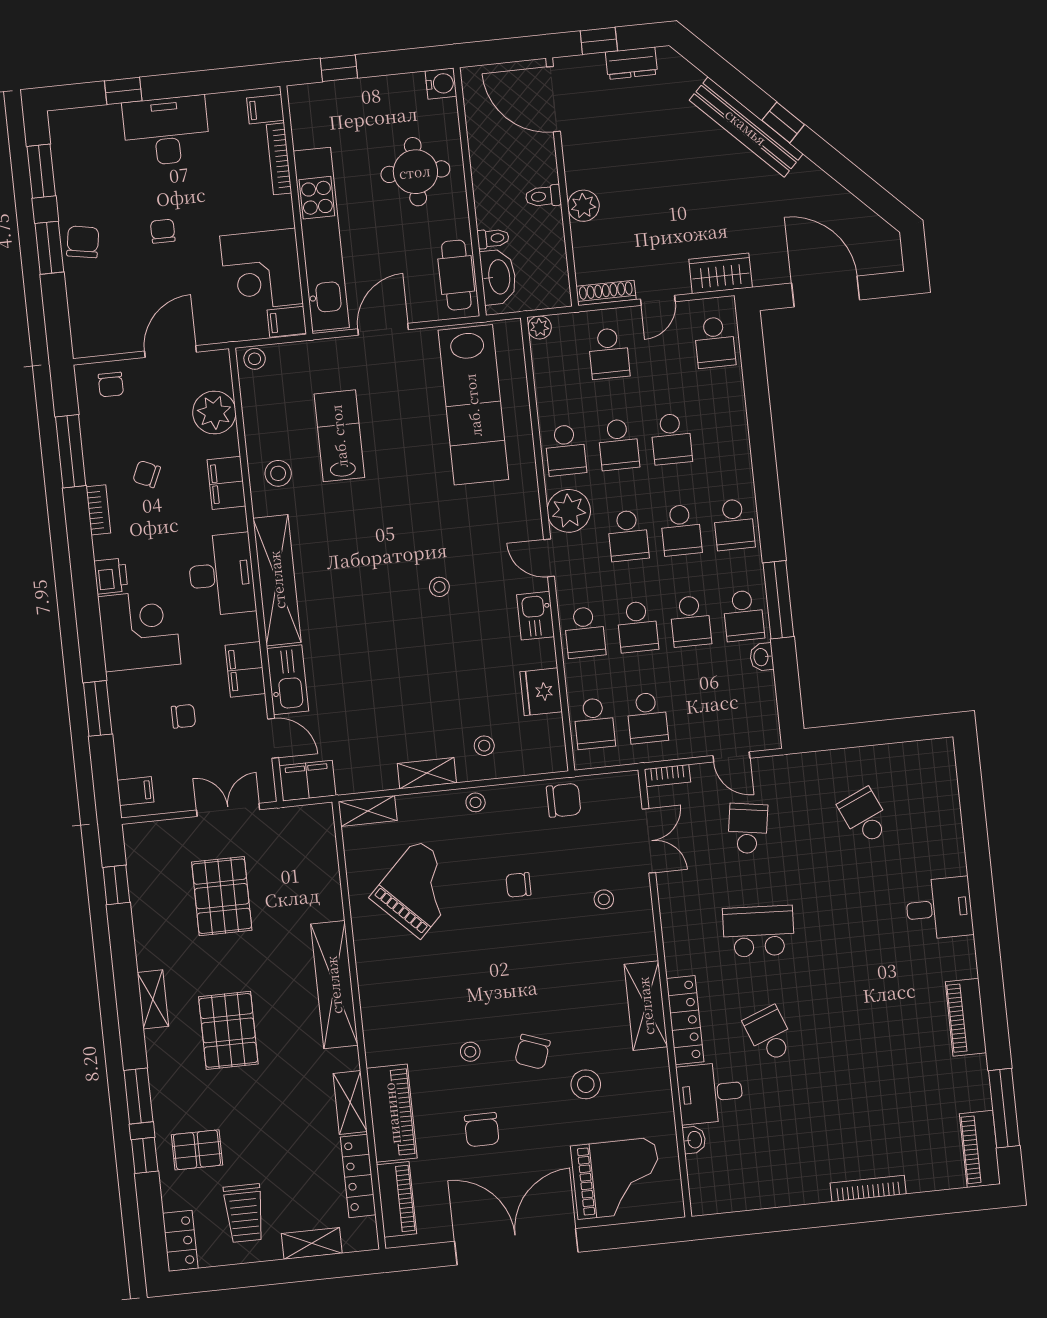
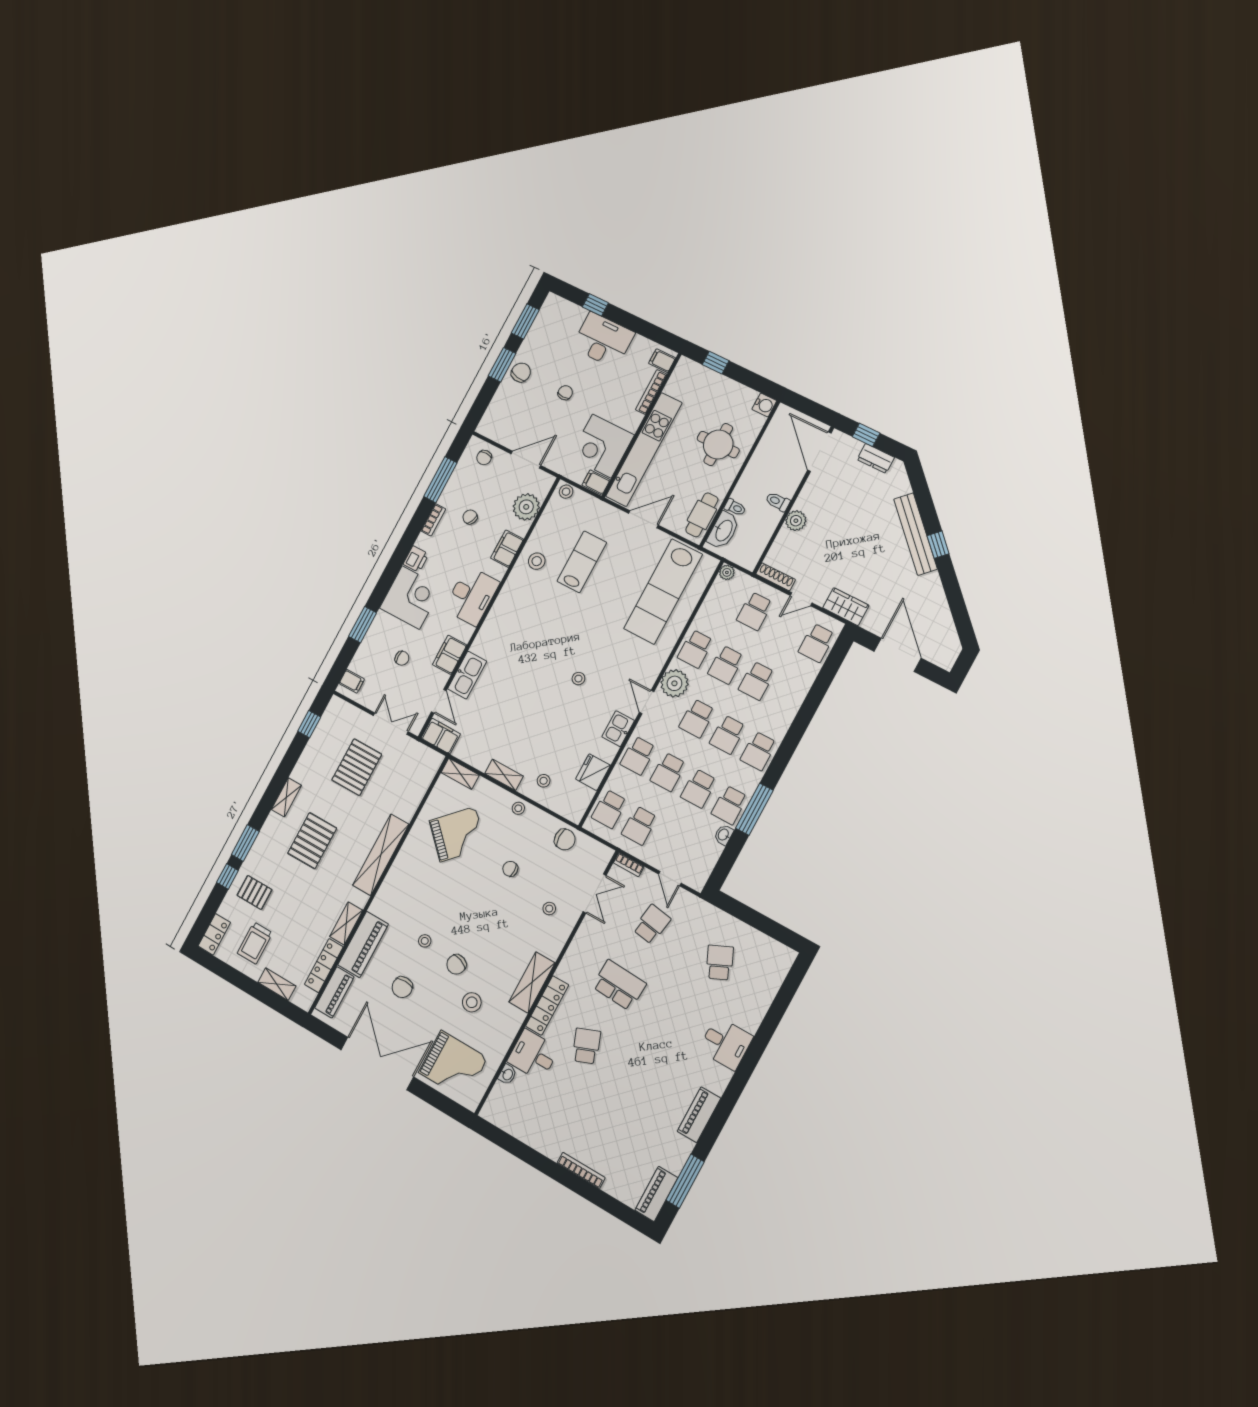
shelving: (277, 580) -> (498, 618), removed

